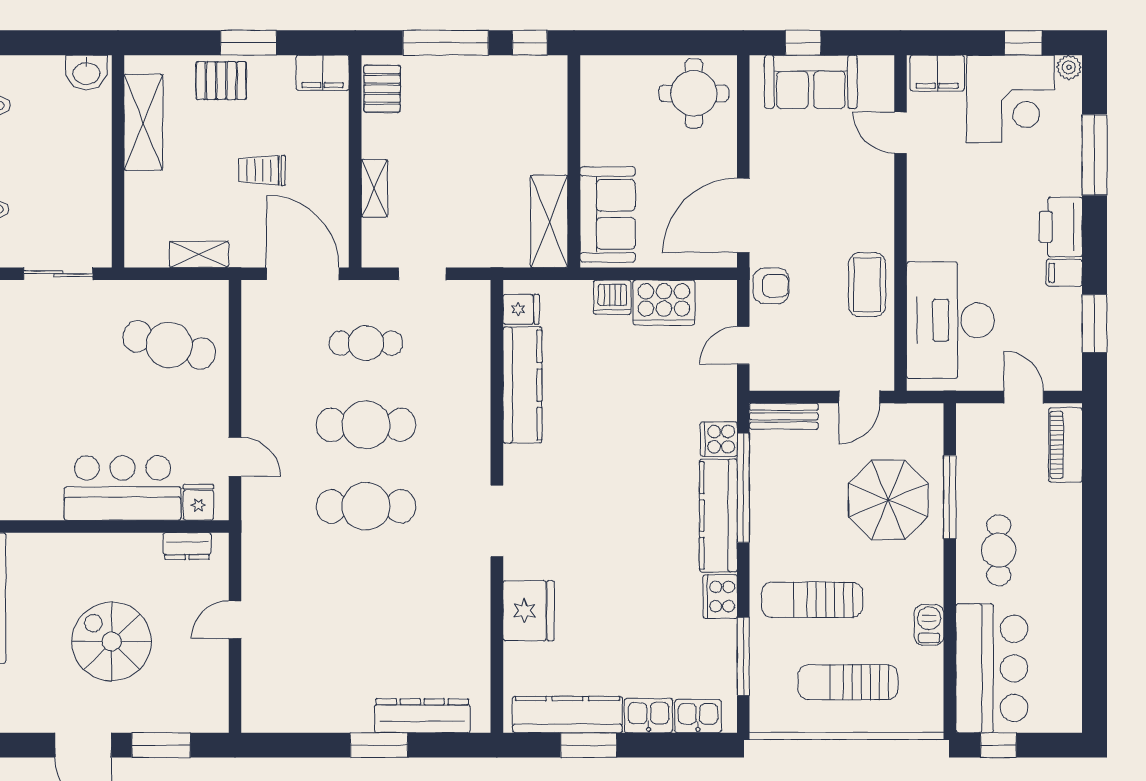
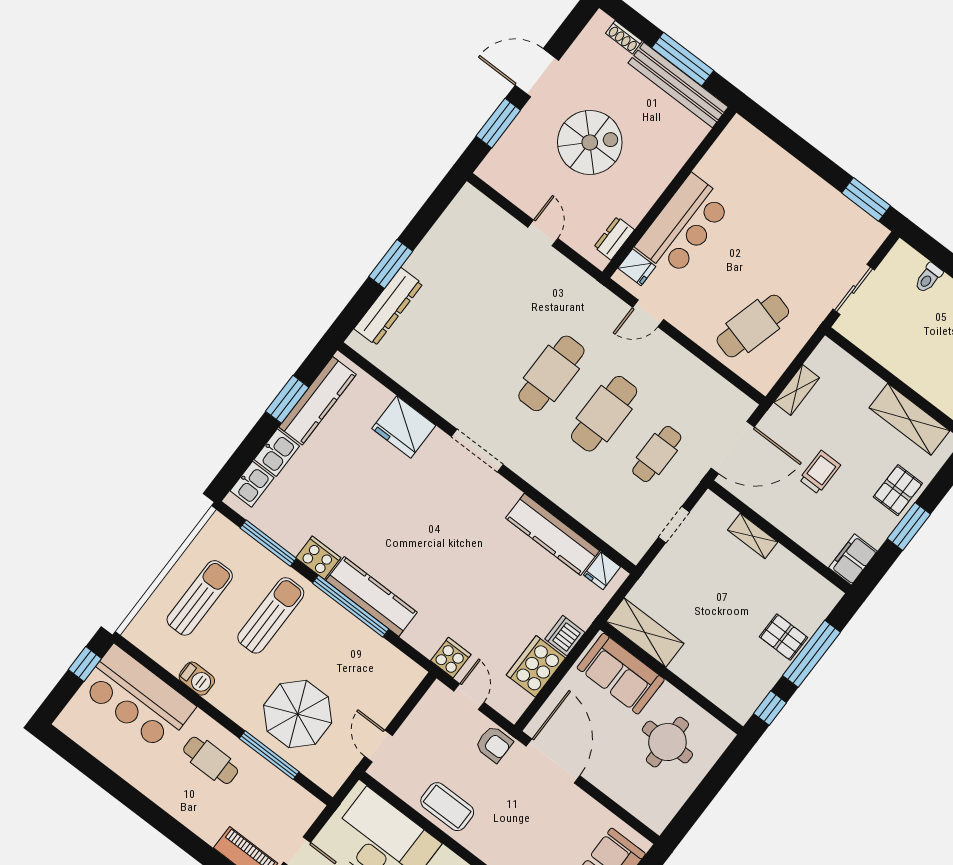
pallet: (382, 89) -> (784, 637), moved
round table: (694, 93) -> (667, 742), moved
armchair: (771, 286) -> (494, 744), turned -90
bench: (784, 416) -> (403, 688), removed
cooker: (719, 439) -> (451, 658), moved
window: (743, 488) -> (351, 606), moved

